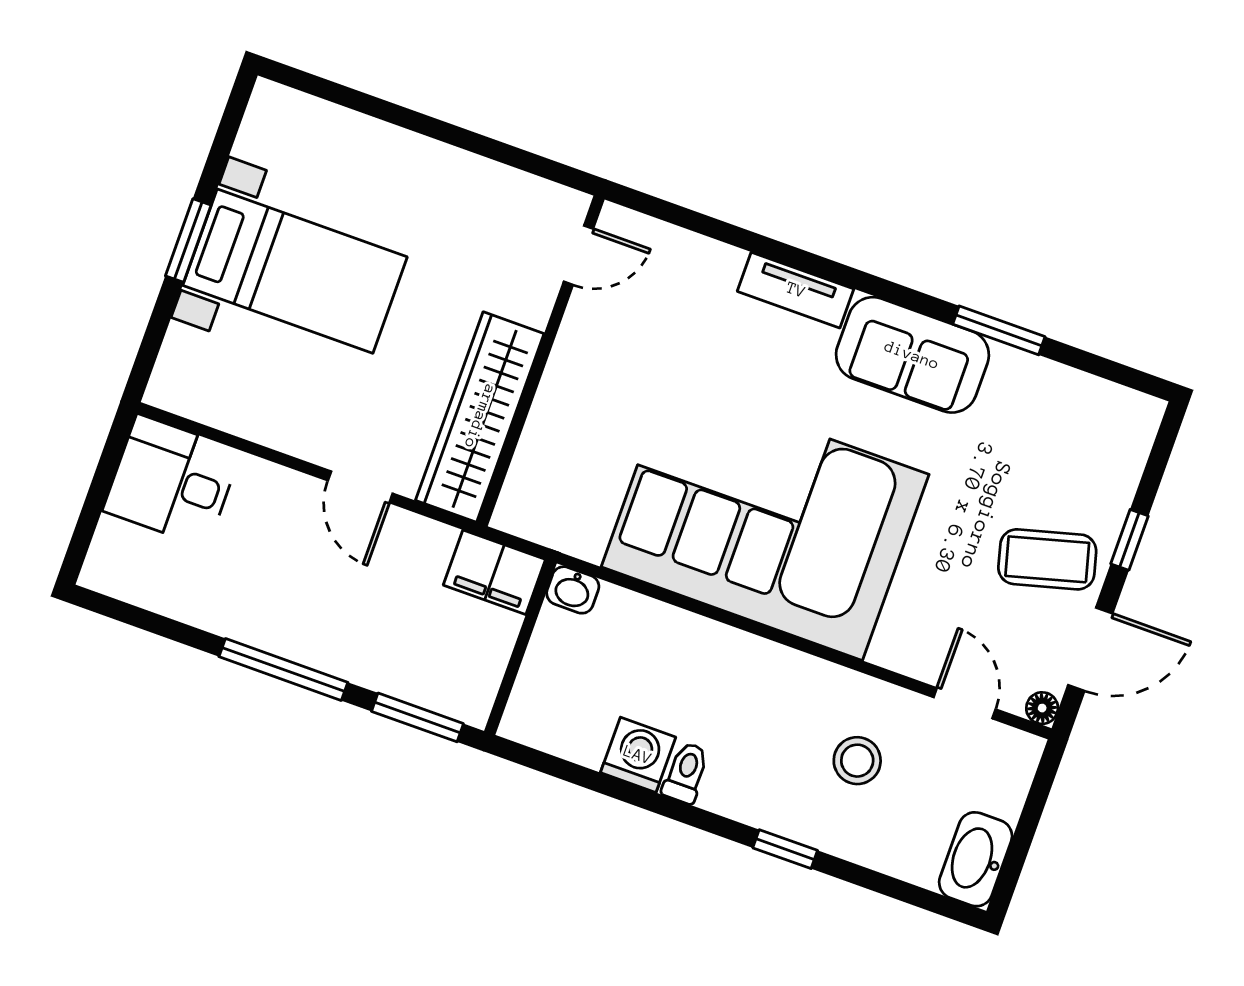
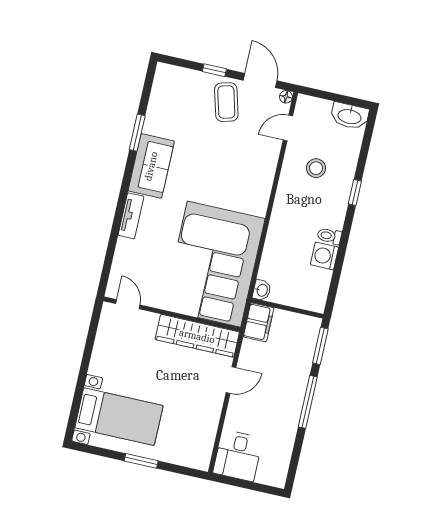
bed with nightstands: (295, 271) -> (119, 417), moved, turned 90
corner sofa: (765, 521) -> (214, 264), moved

